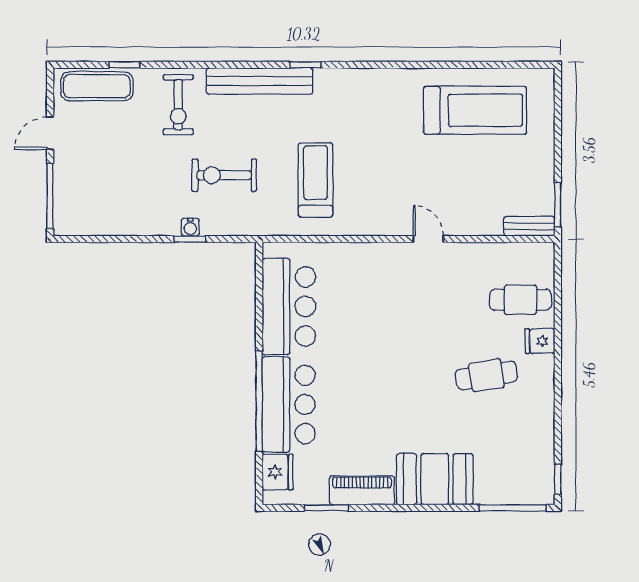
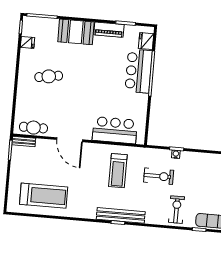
bench: (260, 81) -> (121, 215), moved
treadmill: (475, 110) -> (44, 196), turned 180
door: (428, 239) -> (70, 140), width x1.87
cafe table: (520, 300) -> (33, 128), moved
bar counter: (289, 307) -> (115, 130), moved, turned 90
fridge: (540, 341) -> (27, 42), moved

